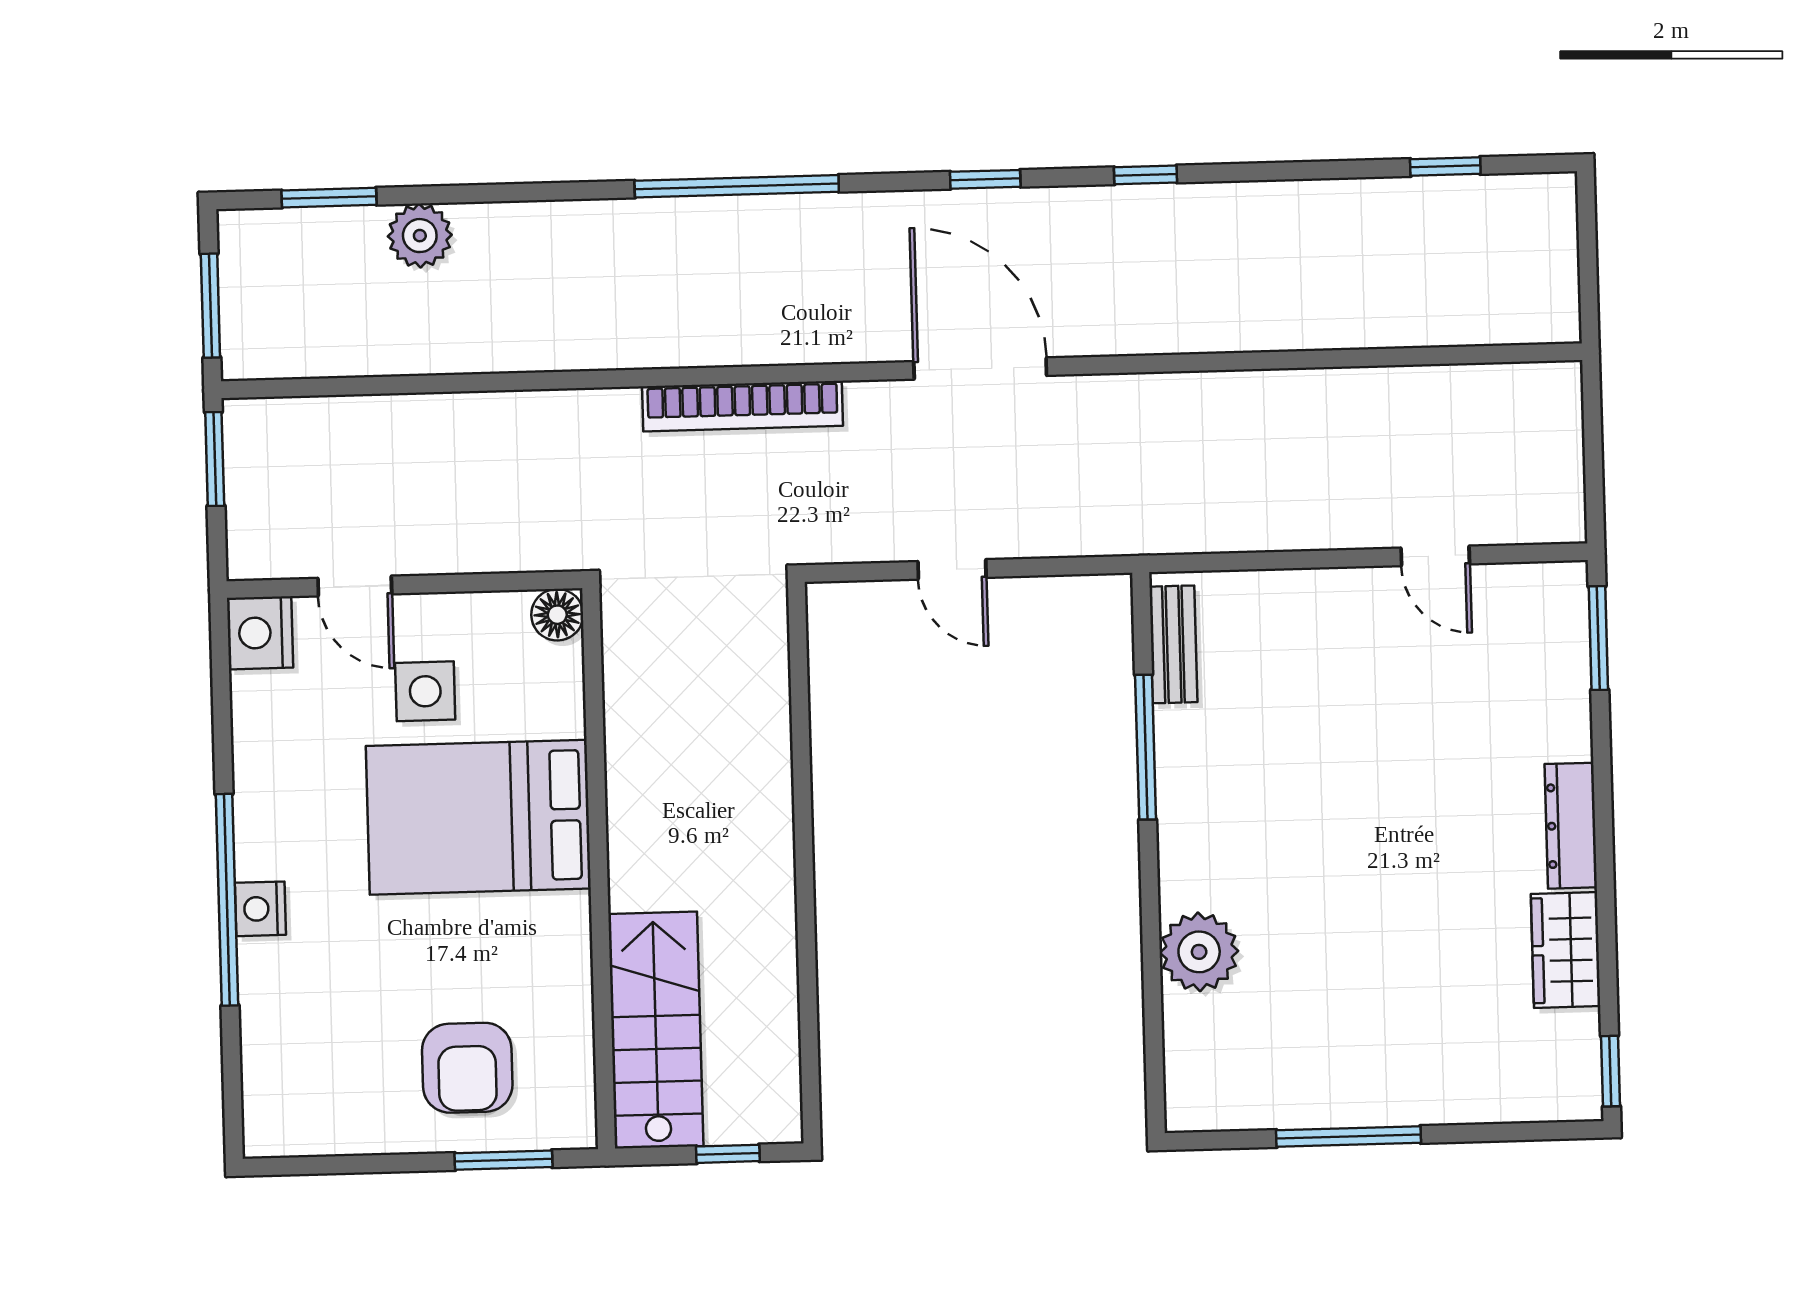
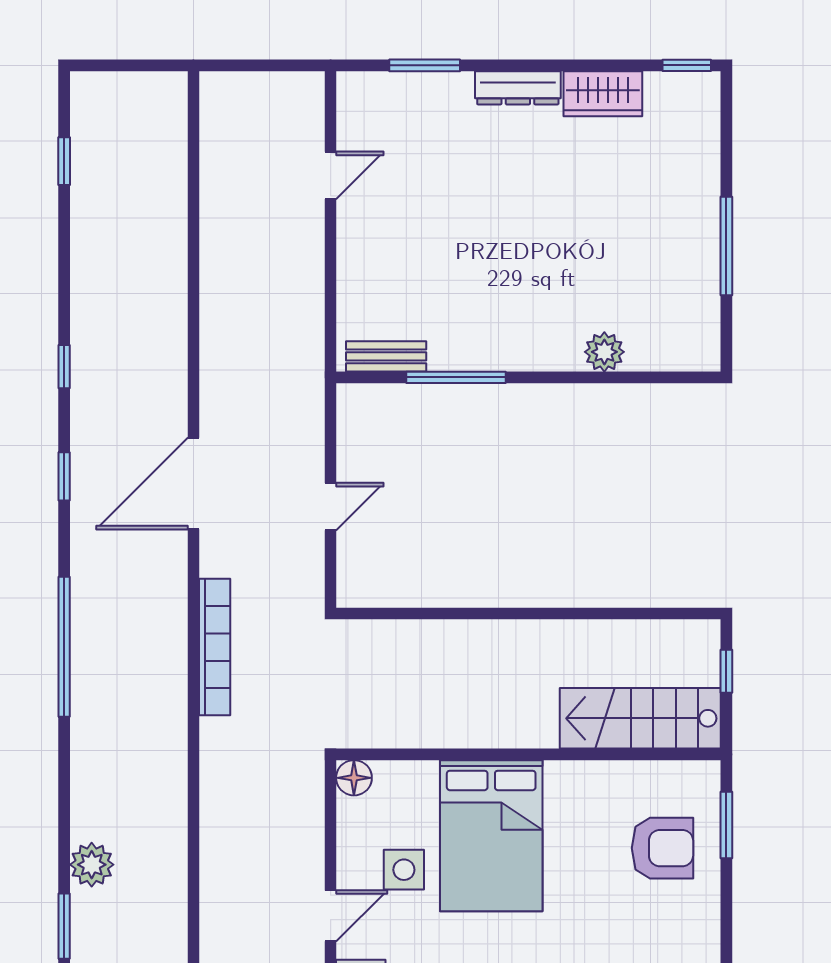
window: (1598, 638) -> (425, 65), moved
plant: (1199, 952) -> (604, 352), width x0.73, depth x0.73

